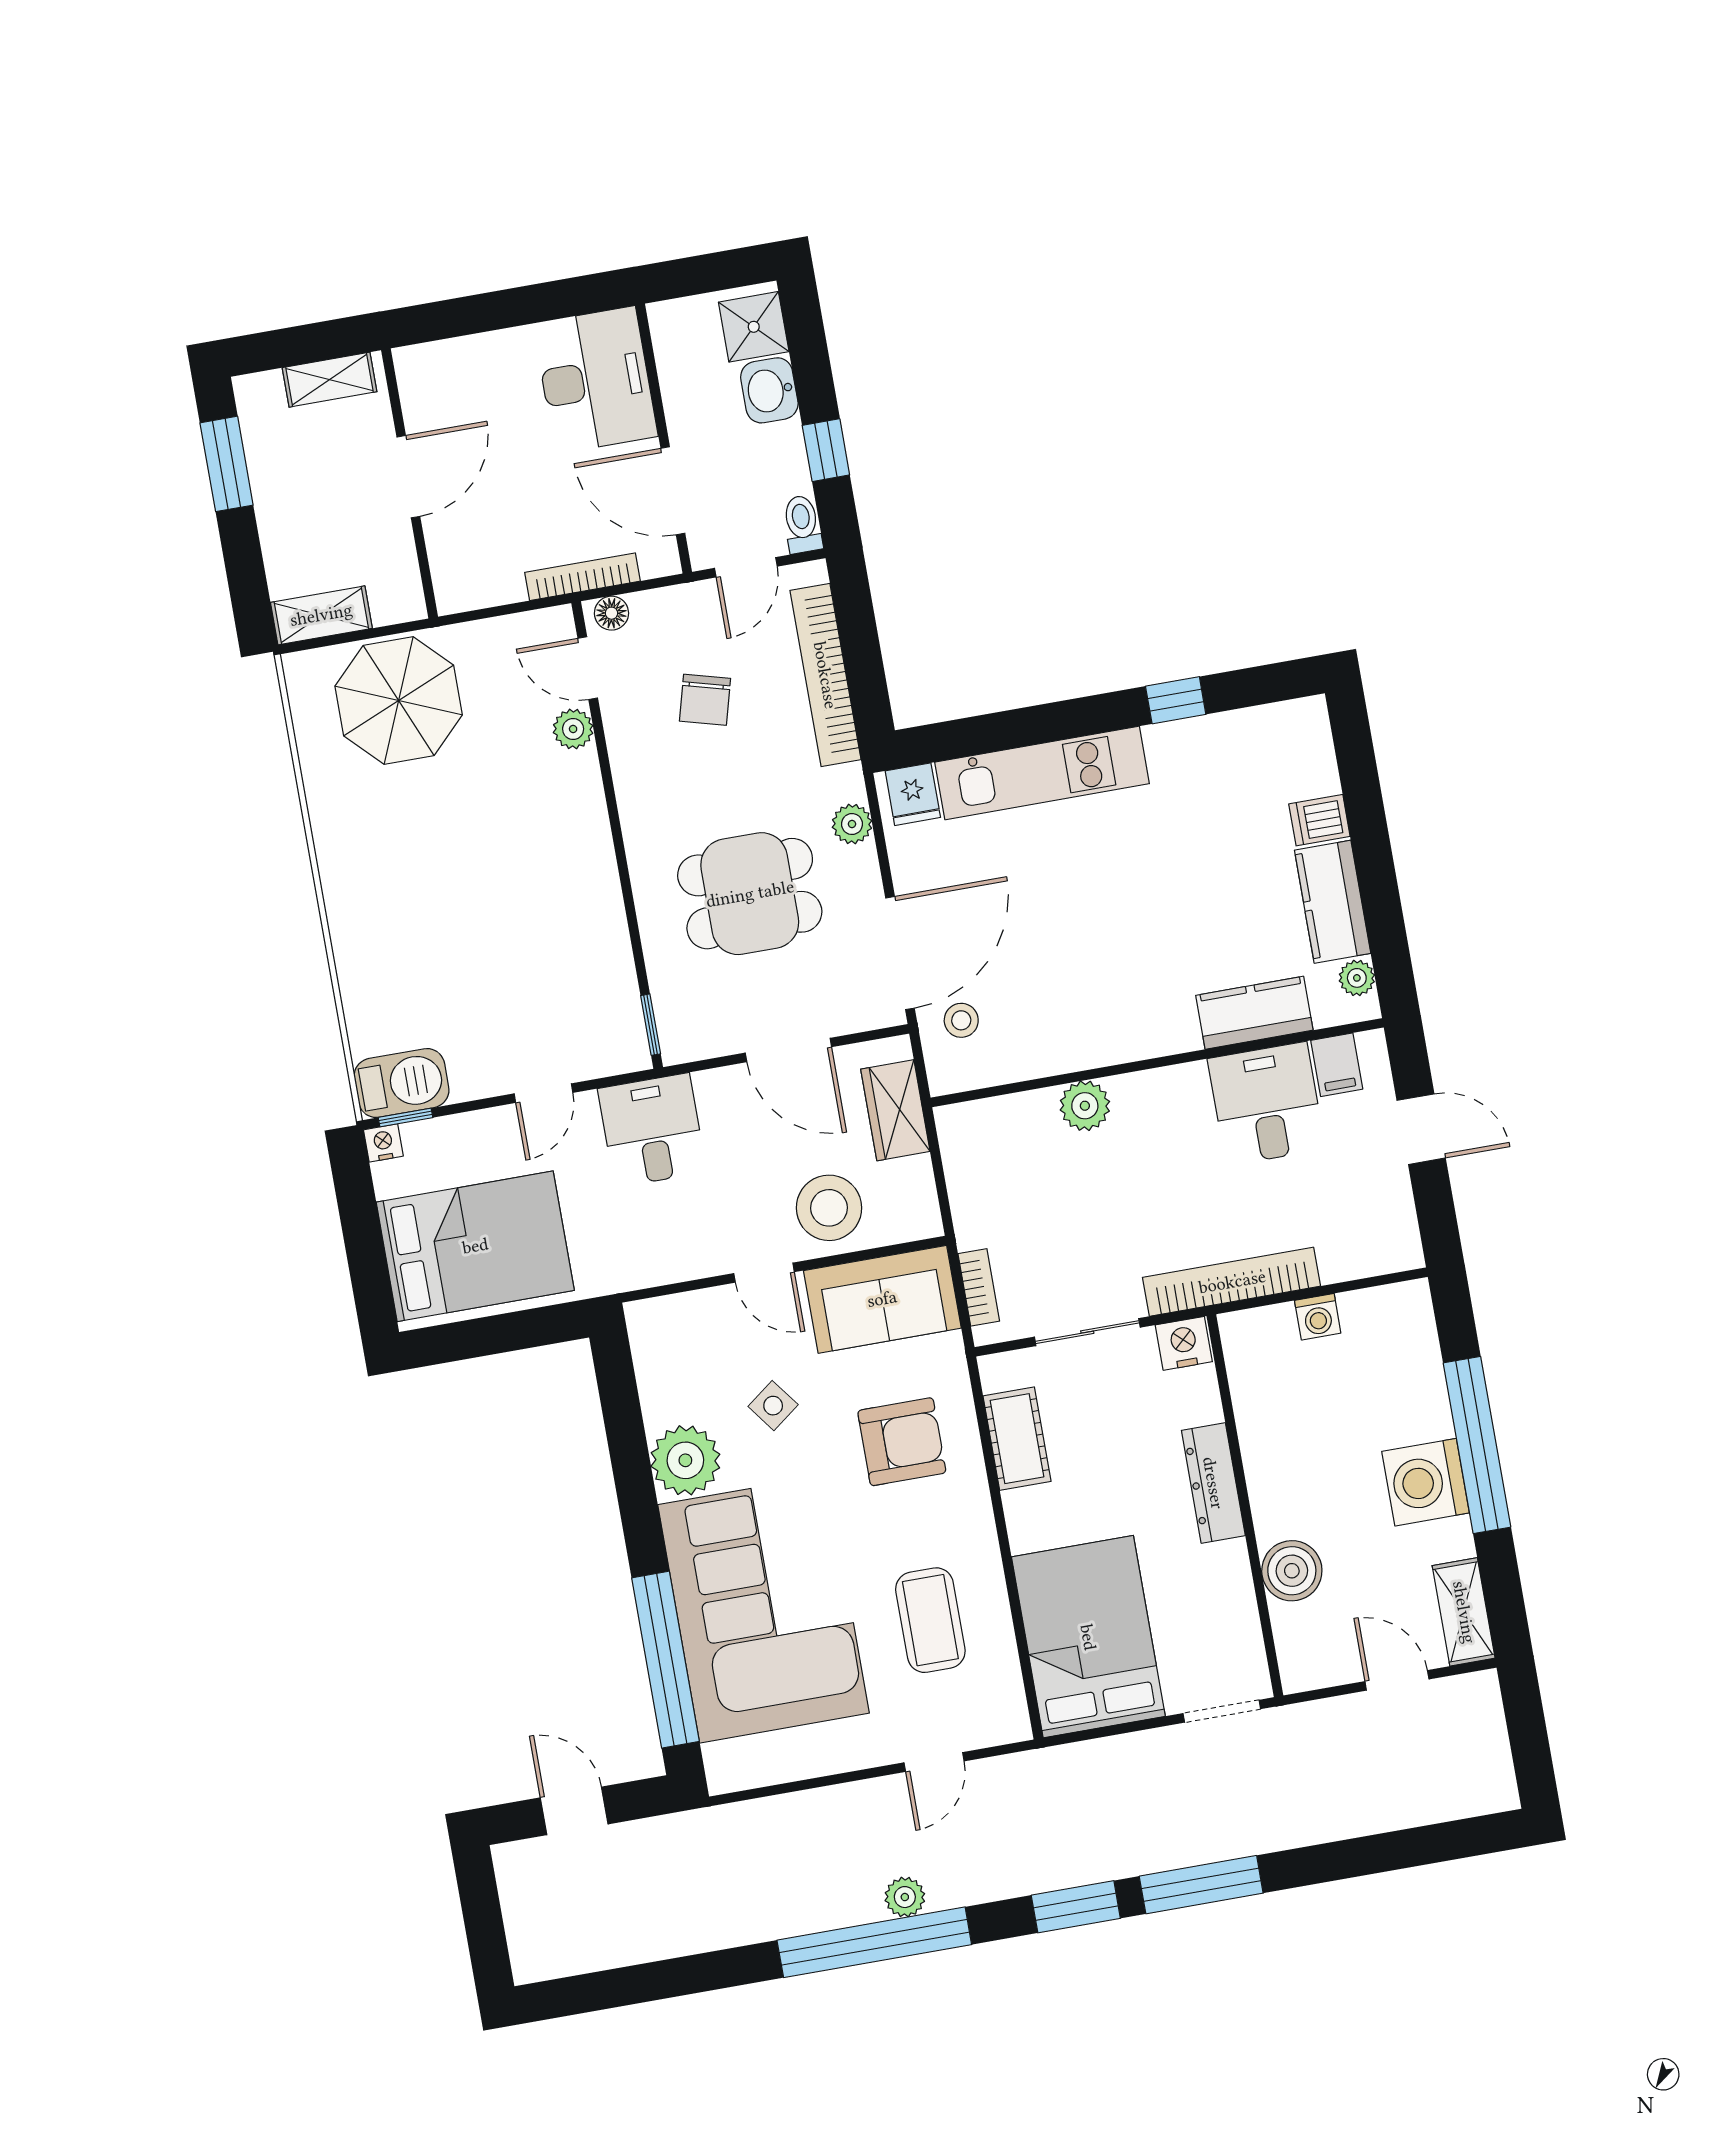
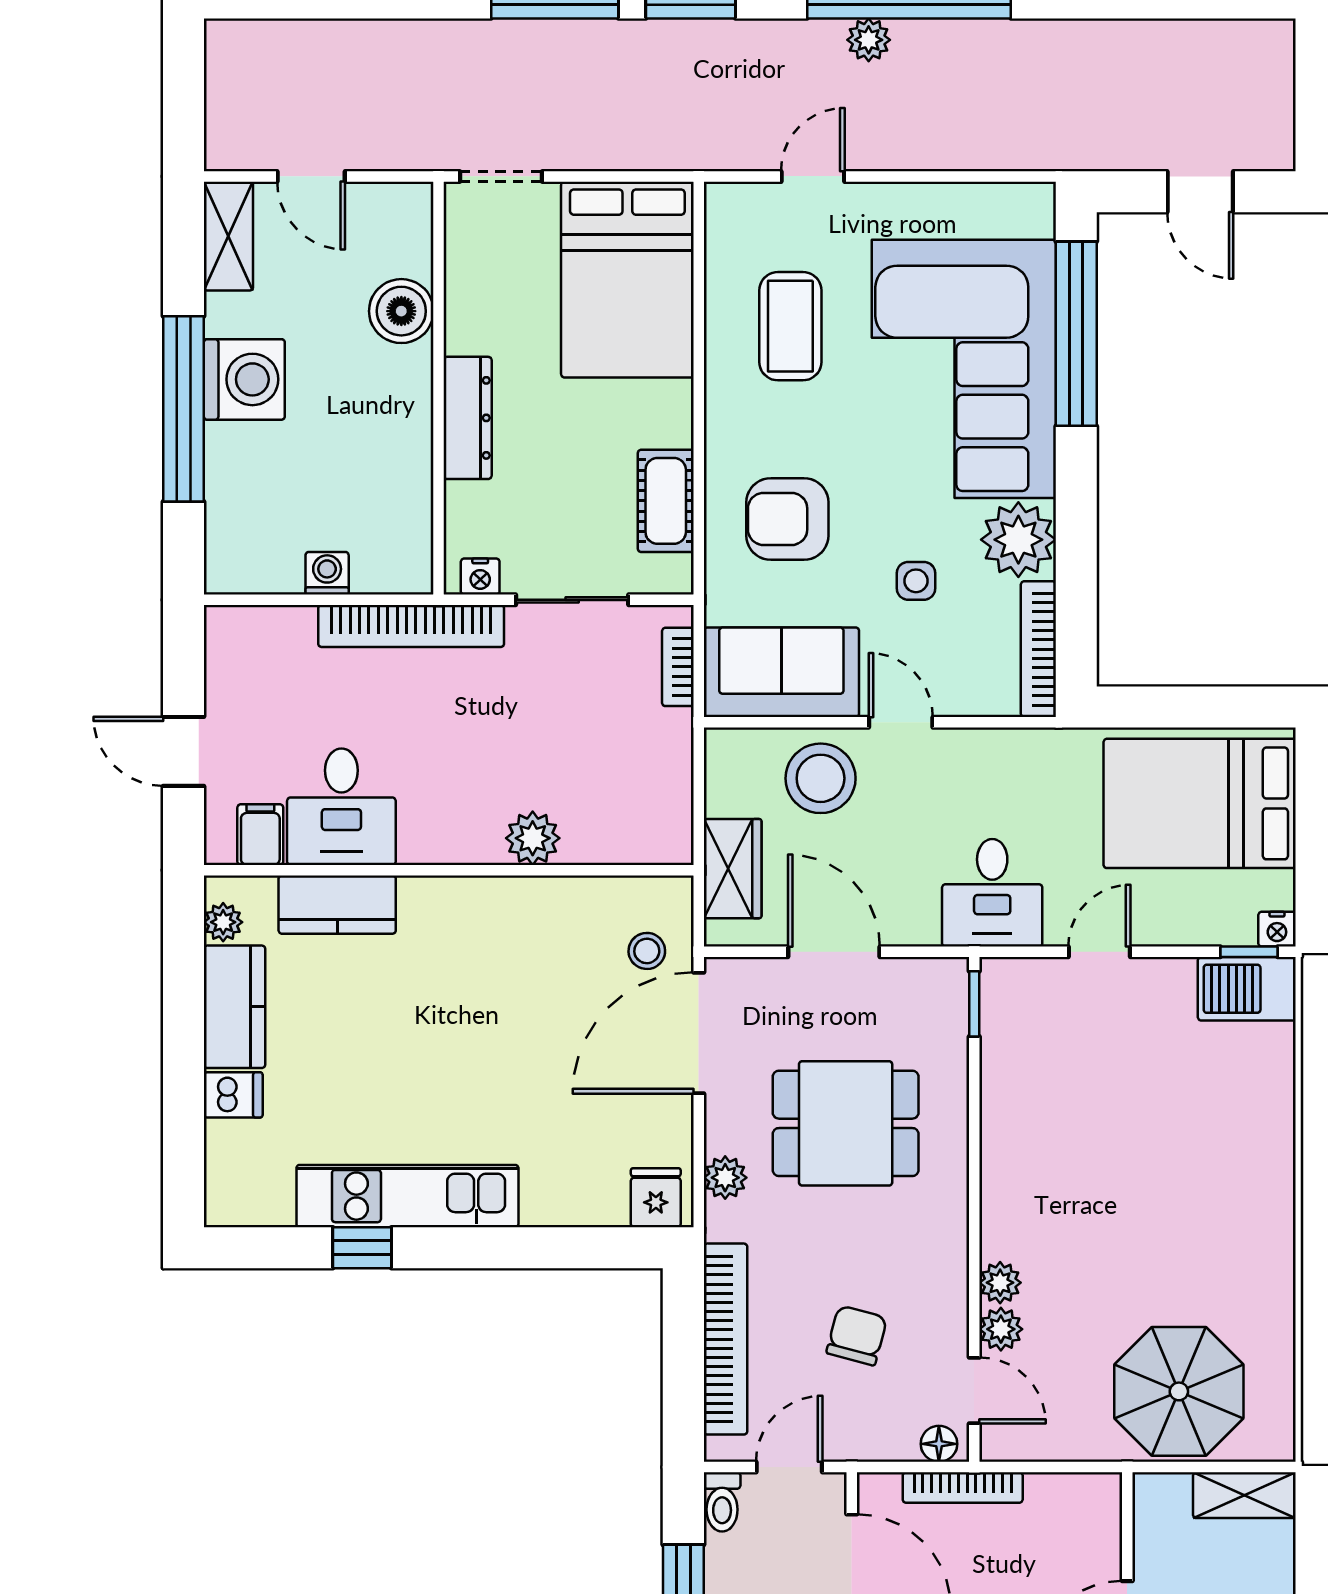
plant: (581, 772) -> (1000, 1283), added
kitchen unit: (1042, 773) -> (407, 1196), moved
nightstand: (1184, 1343) -> (480, 577), width x0.72, depth x0.74
bookcase: (649, 1362) -> (1038, 649), added
side table: (773, 1406) -> (916, 581), turned 37

